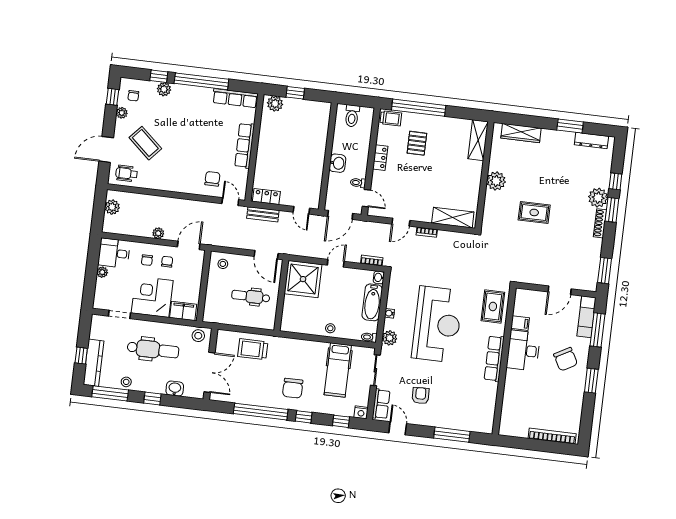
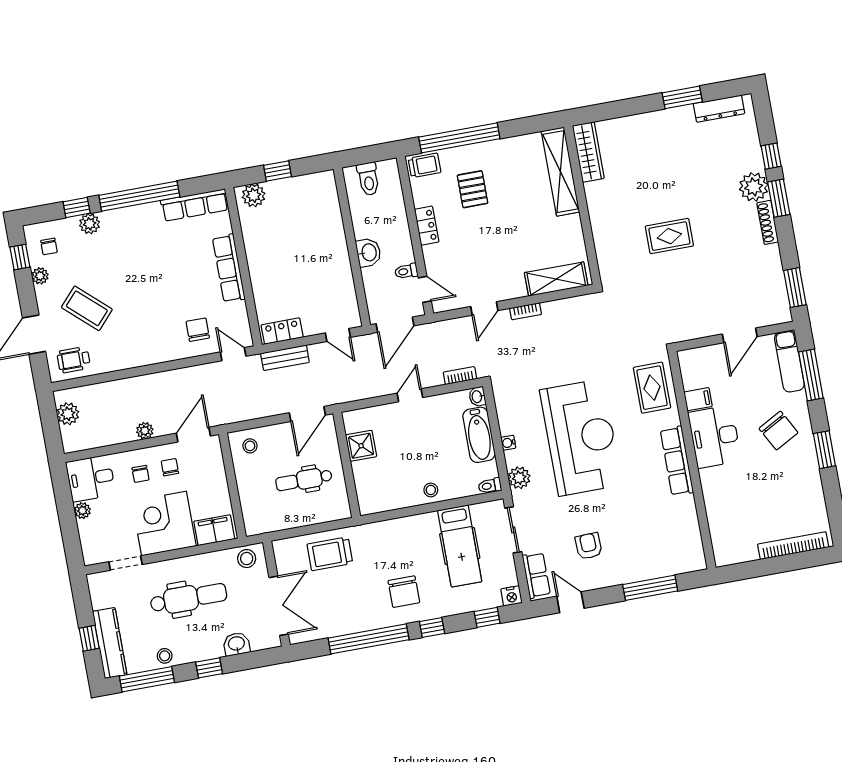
wardrobe: (521, 133) -> (588, 152), moved, turned -90
shelving: (478, 140) -> (560, 172), width x1.47
plant: (496, 181) -> (601, 208), removed
door: (266, 255) -> (307, 414), hinge flipped
shower: (303, 279) -> (361, 446), width x0.54, depth x0.54

